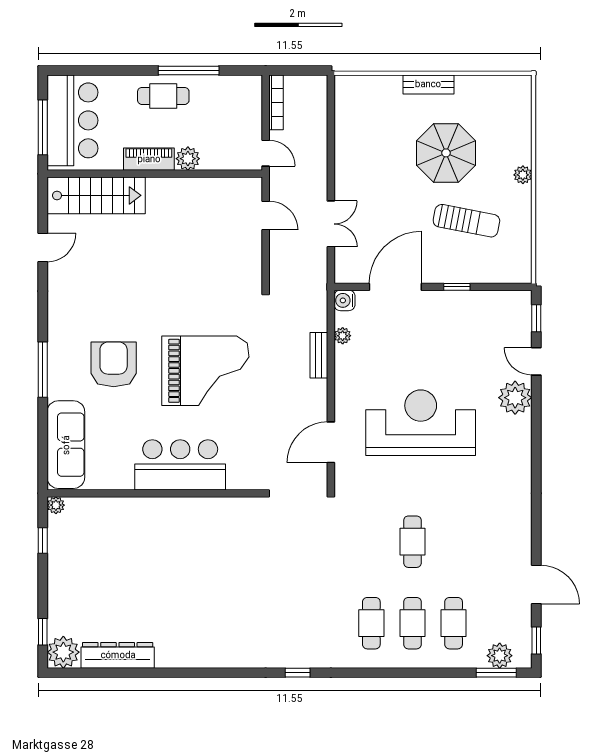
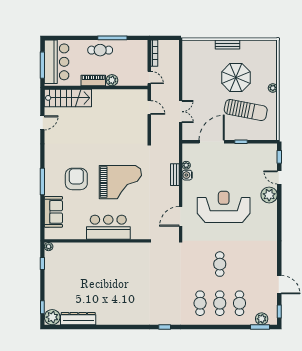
sun lounger: (466, 221) -> (246, 110), width x1.36, depth x1.34
water cooler: (345, 300) -> (187, 175), moved
sofa: (66, 445) -> (53, 212), width x0.73

